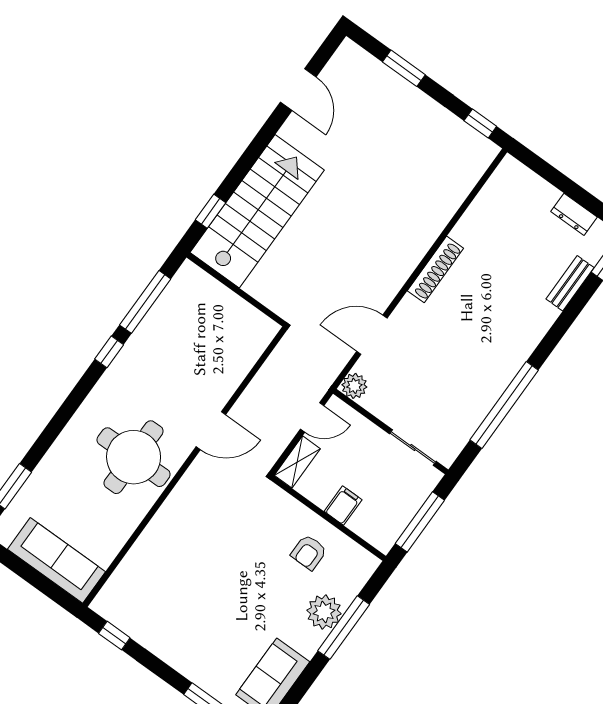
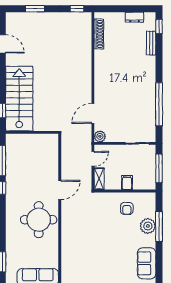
shoe rack: (435, 269) -> (99, 34), moved

